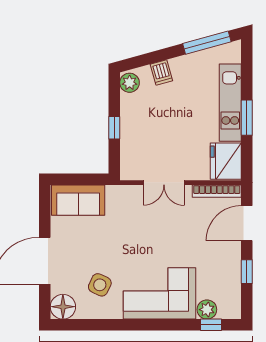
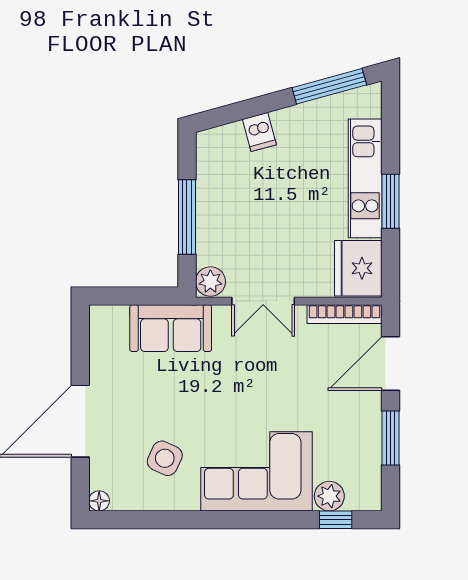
plant: (130, 83) -> (210, 282), moved
window: (114, 128) -> (187, 217), width x2.17
sofa: (78, 200) -> (171, 328), moved
window: (247, 272) -> (390, 438), width x1.50
floor lamp: (63, 307) -> (99, 501), width x0.53, depth x0.53

